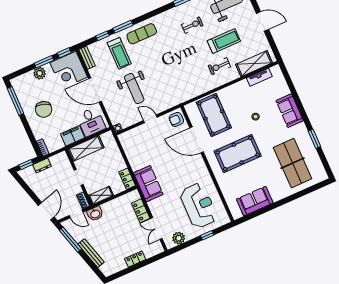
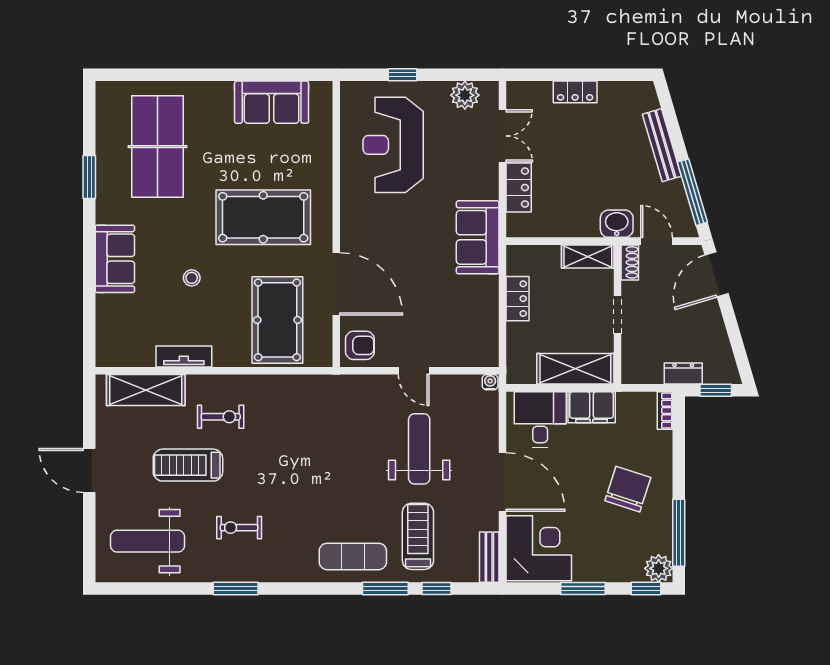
window: (64, 53) -> (646, 588), moved
plant: (40, 73) -> (659, 568), moved
tv unit: (259, 77) -> (184, 356), moved
locker: (127, 179) -> (518, 299), moved

